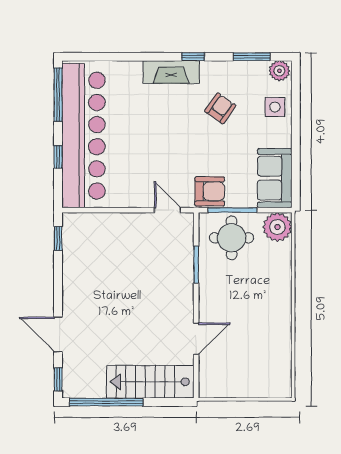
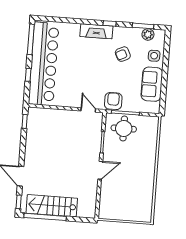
plant: (279, 71) -> (148, 34), moved
armchair: (220, 108) -> (123, 54), turned -151
sofa: (275, 178) -> (152, 84), moved
armchair: (210, 191) -> (113, 101), turned -90
plant: (277, 227) -> (150, 124), removed
door: (196, 339) -> (100, 170), moved
stairs: (150, 382) -> (52, 206), moved

